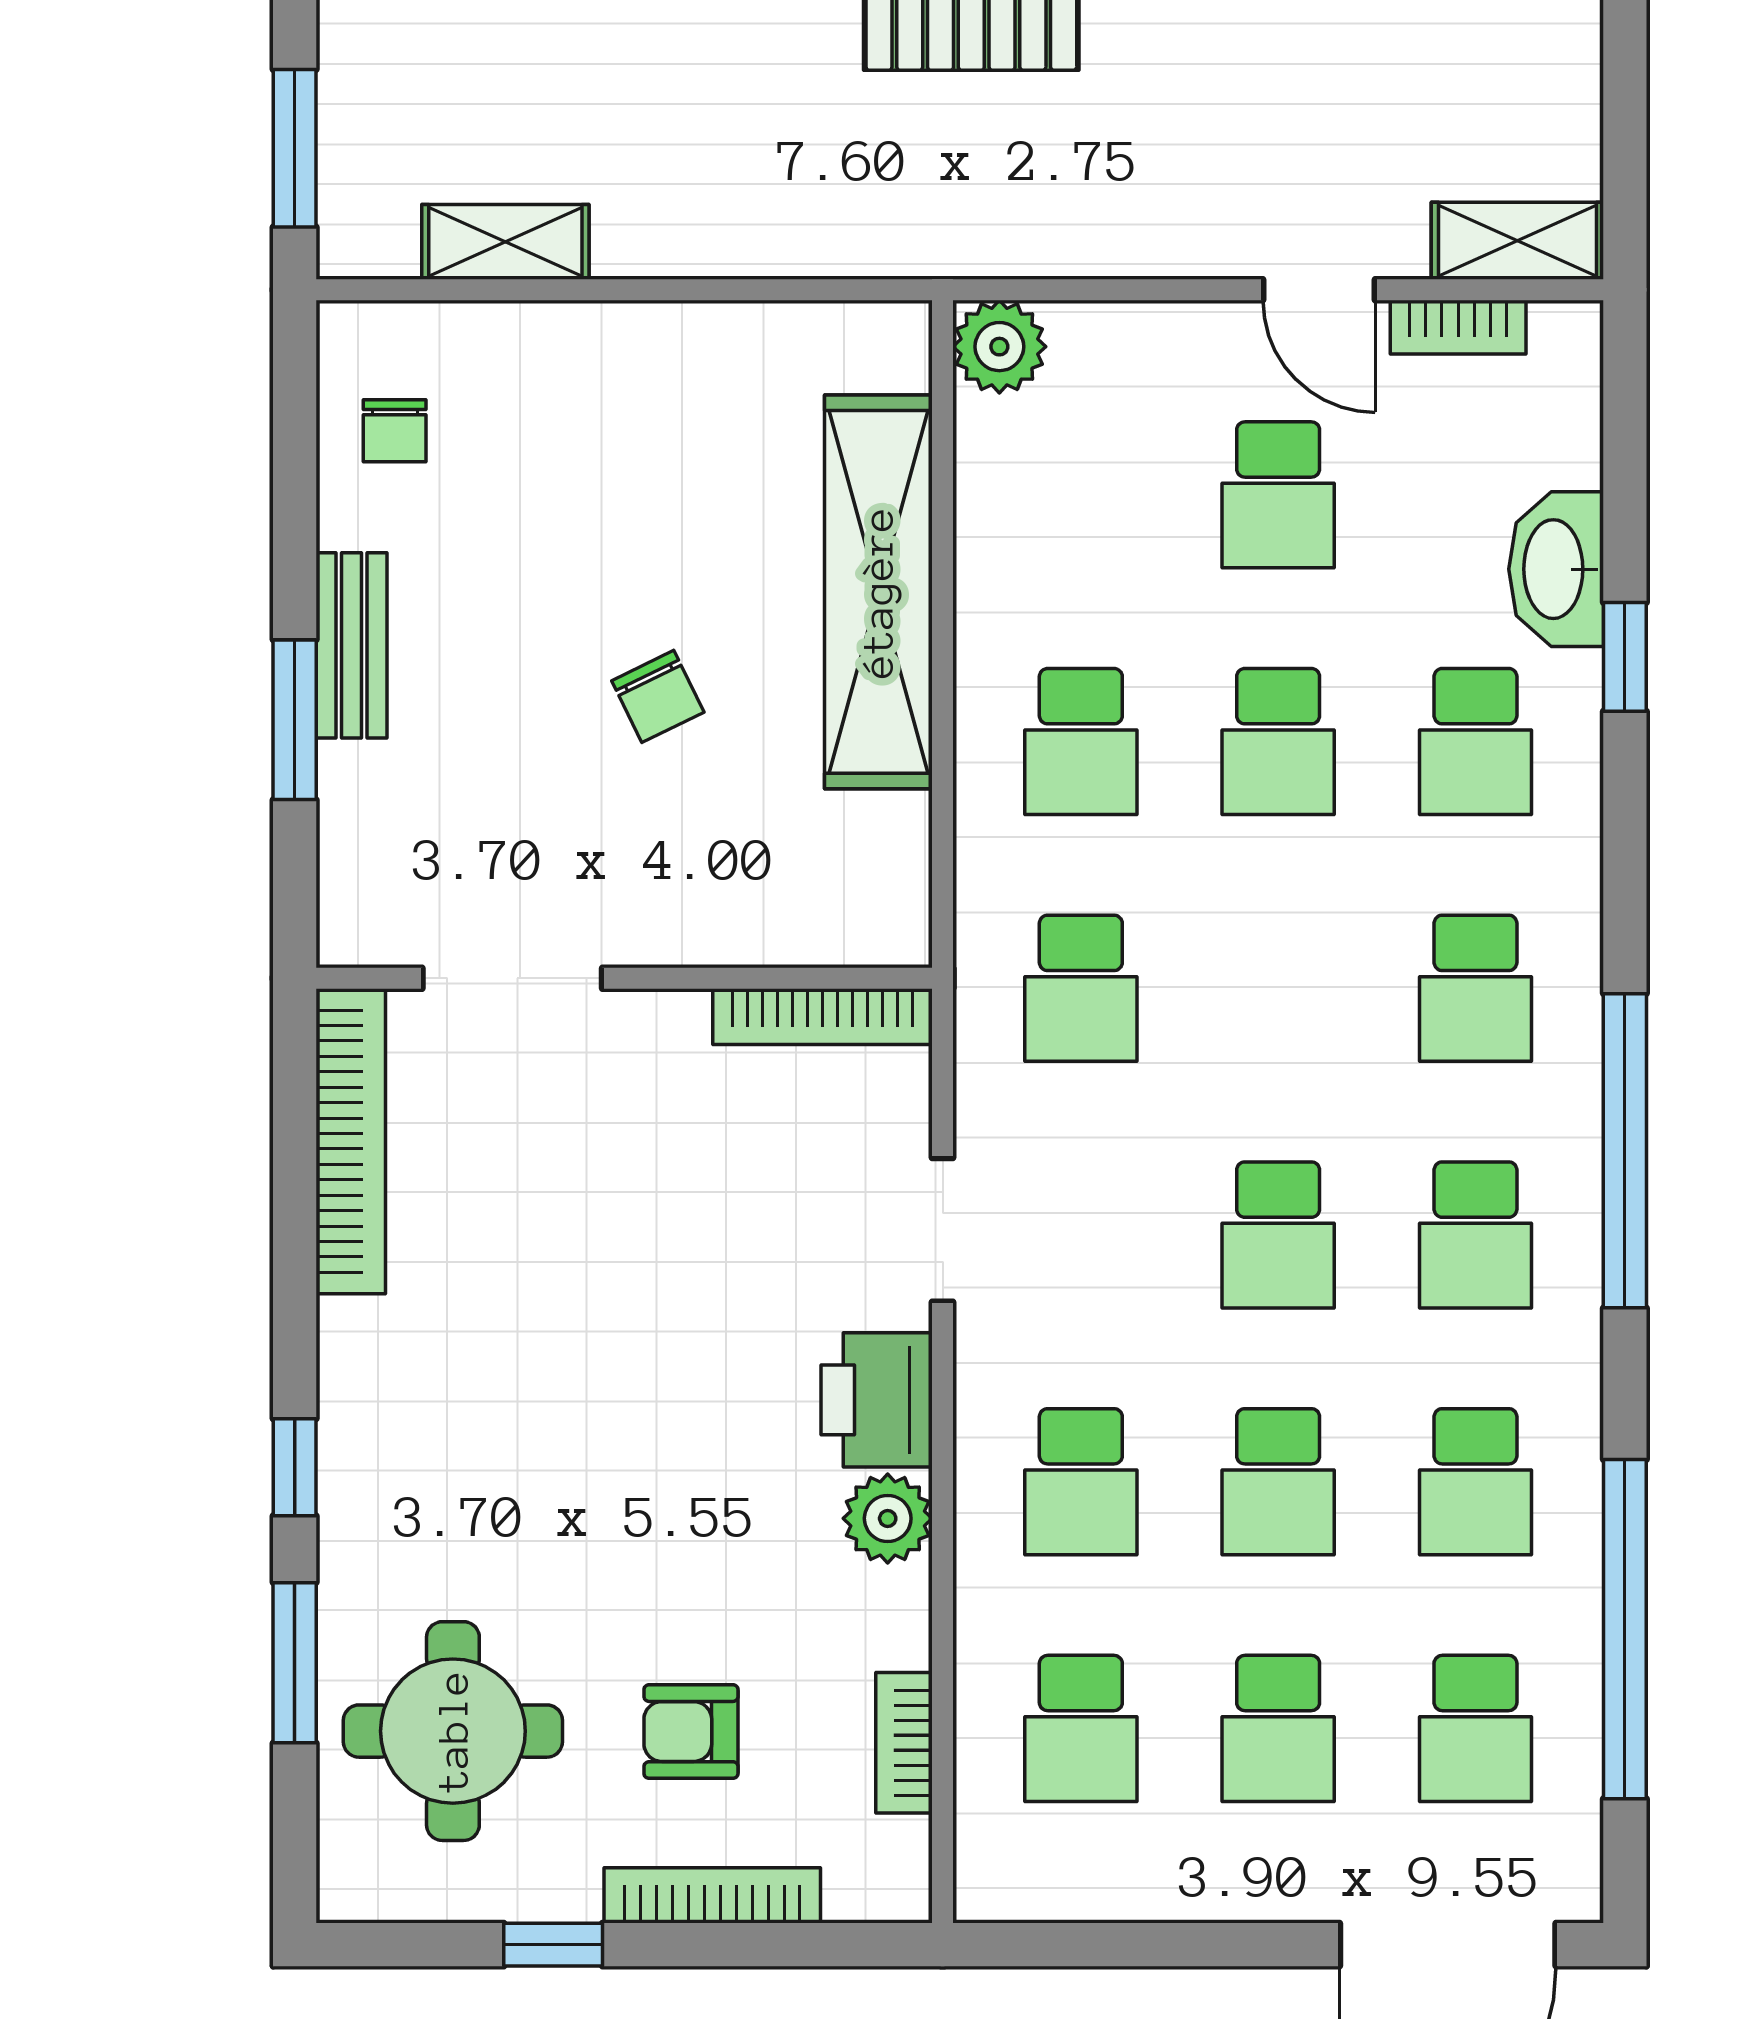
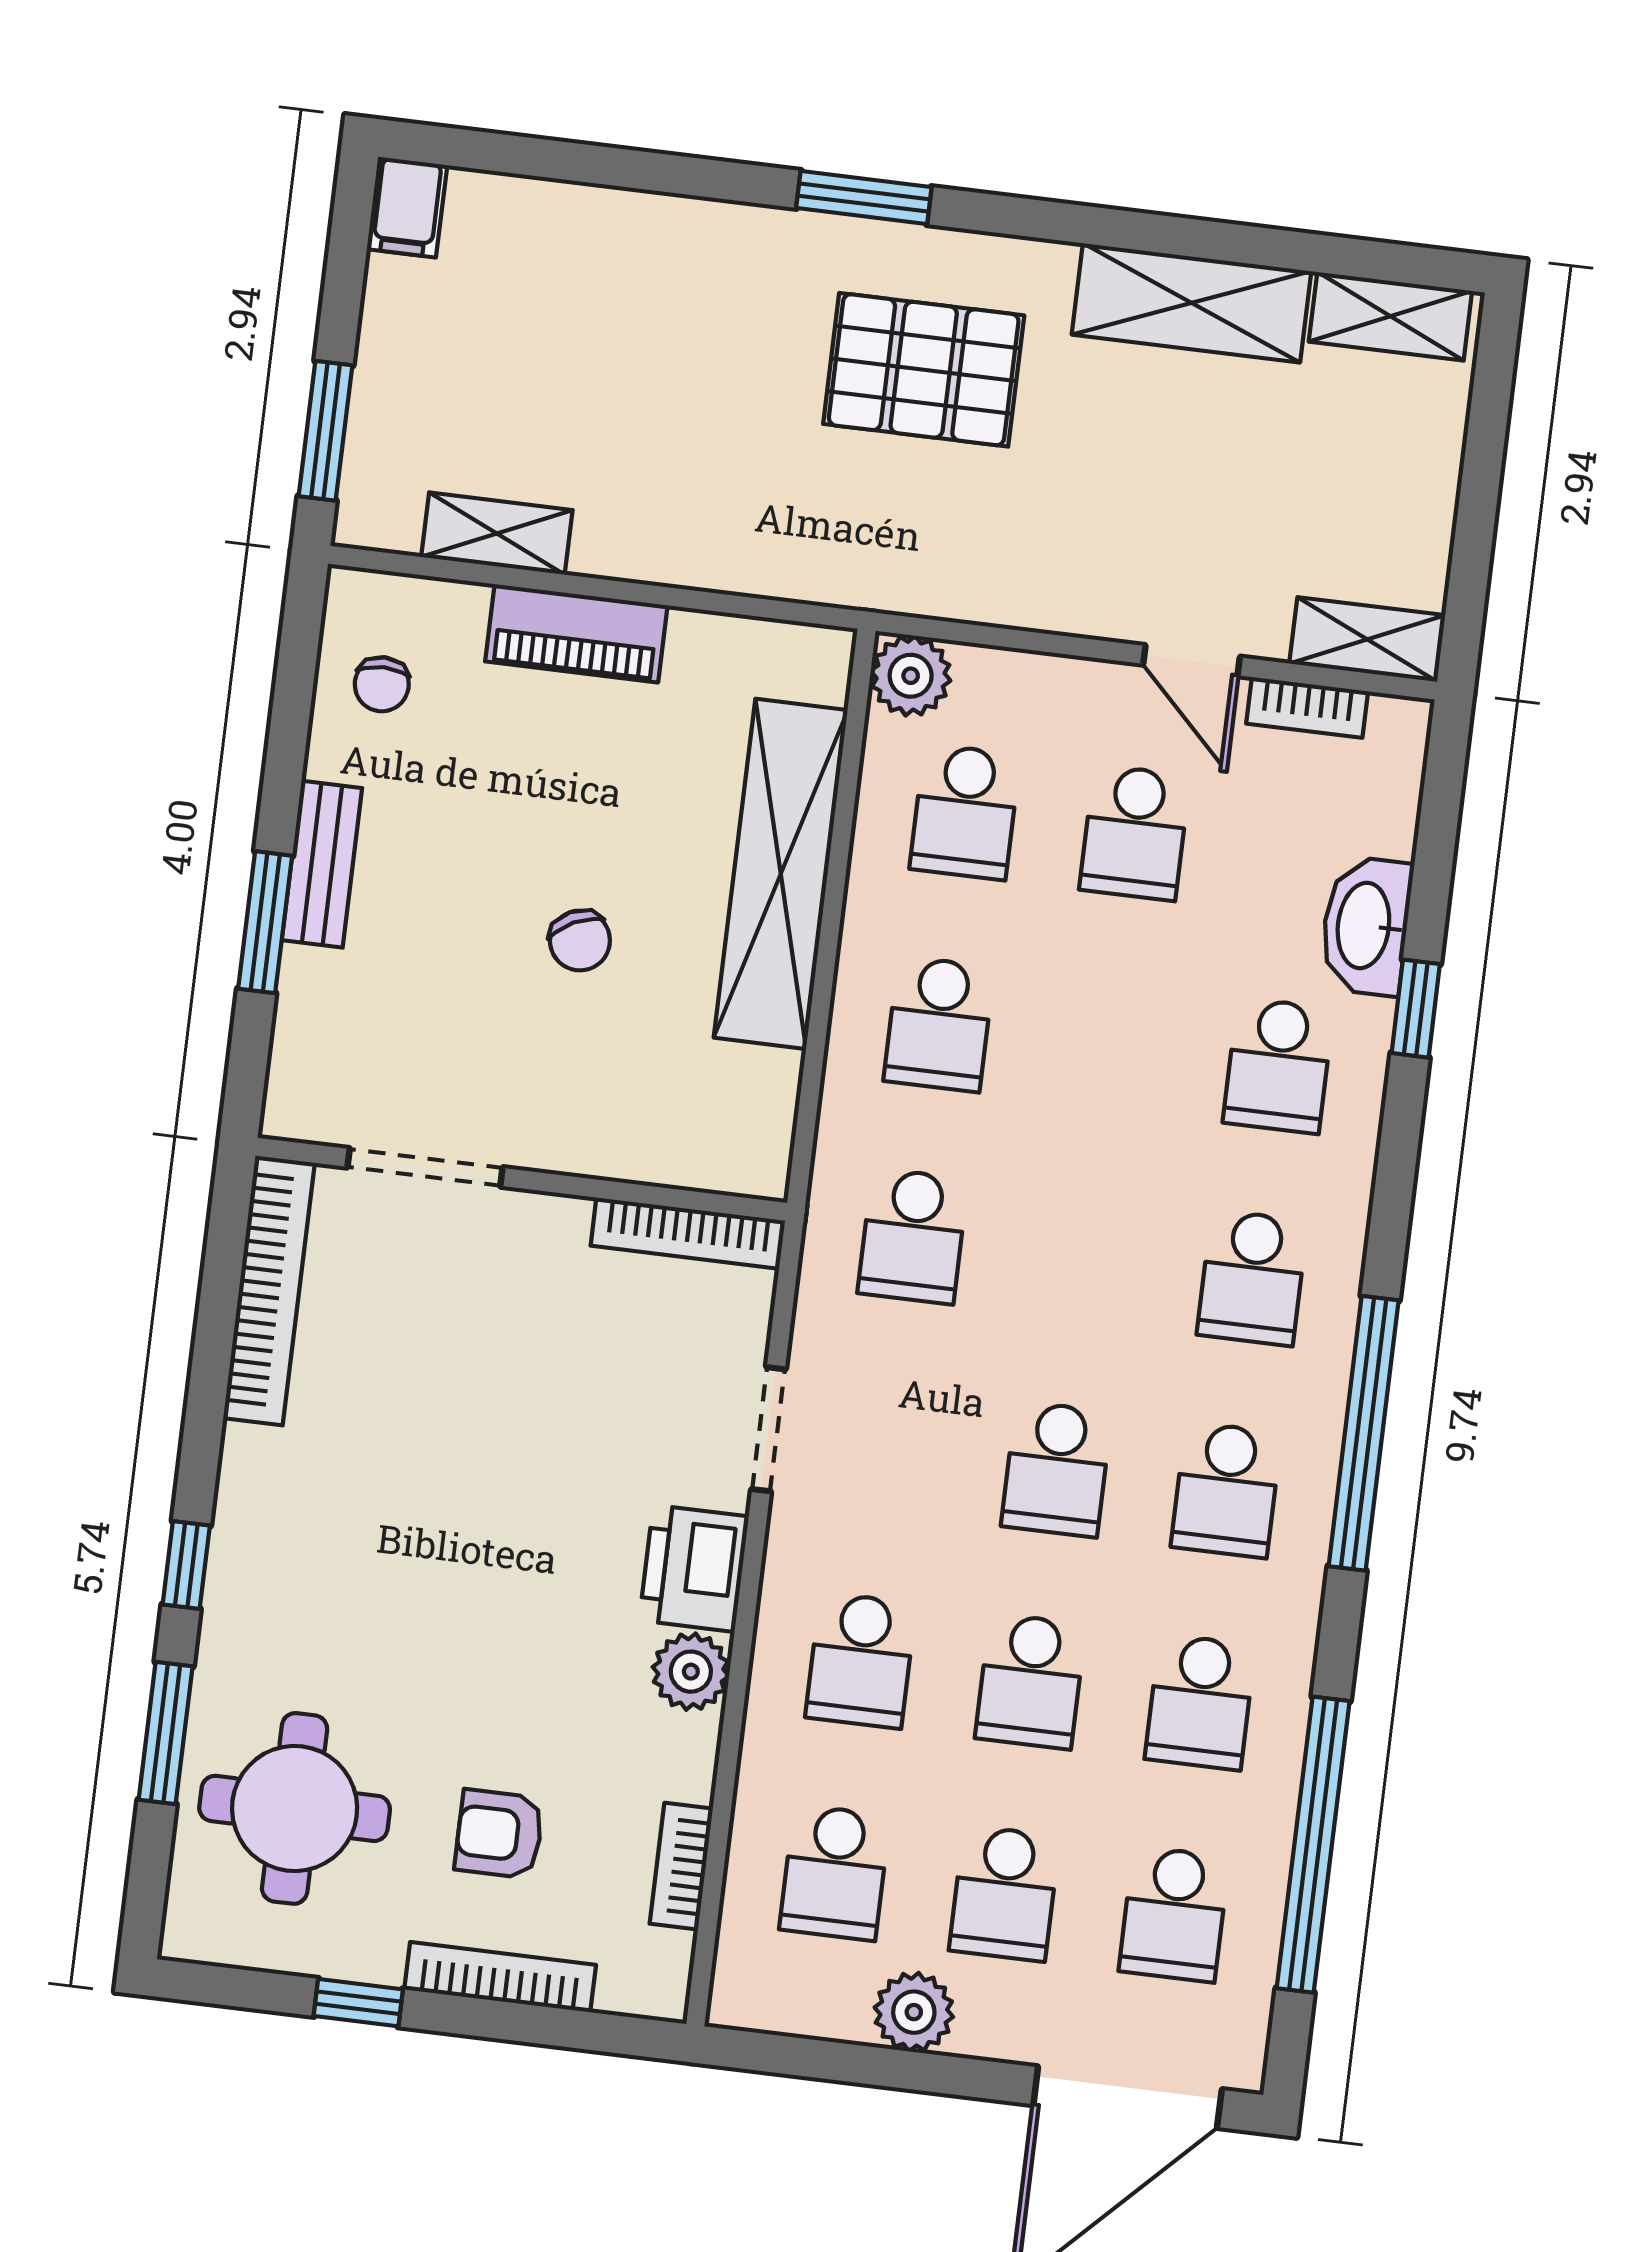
piano: (610, 345) -> (576, 633), added
school desk: (1278, 742) -> (965, 812), moved
plant: (1191, 1877) -> (914, 2012), added

